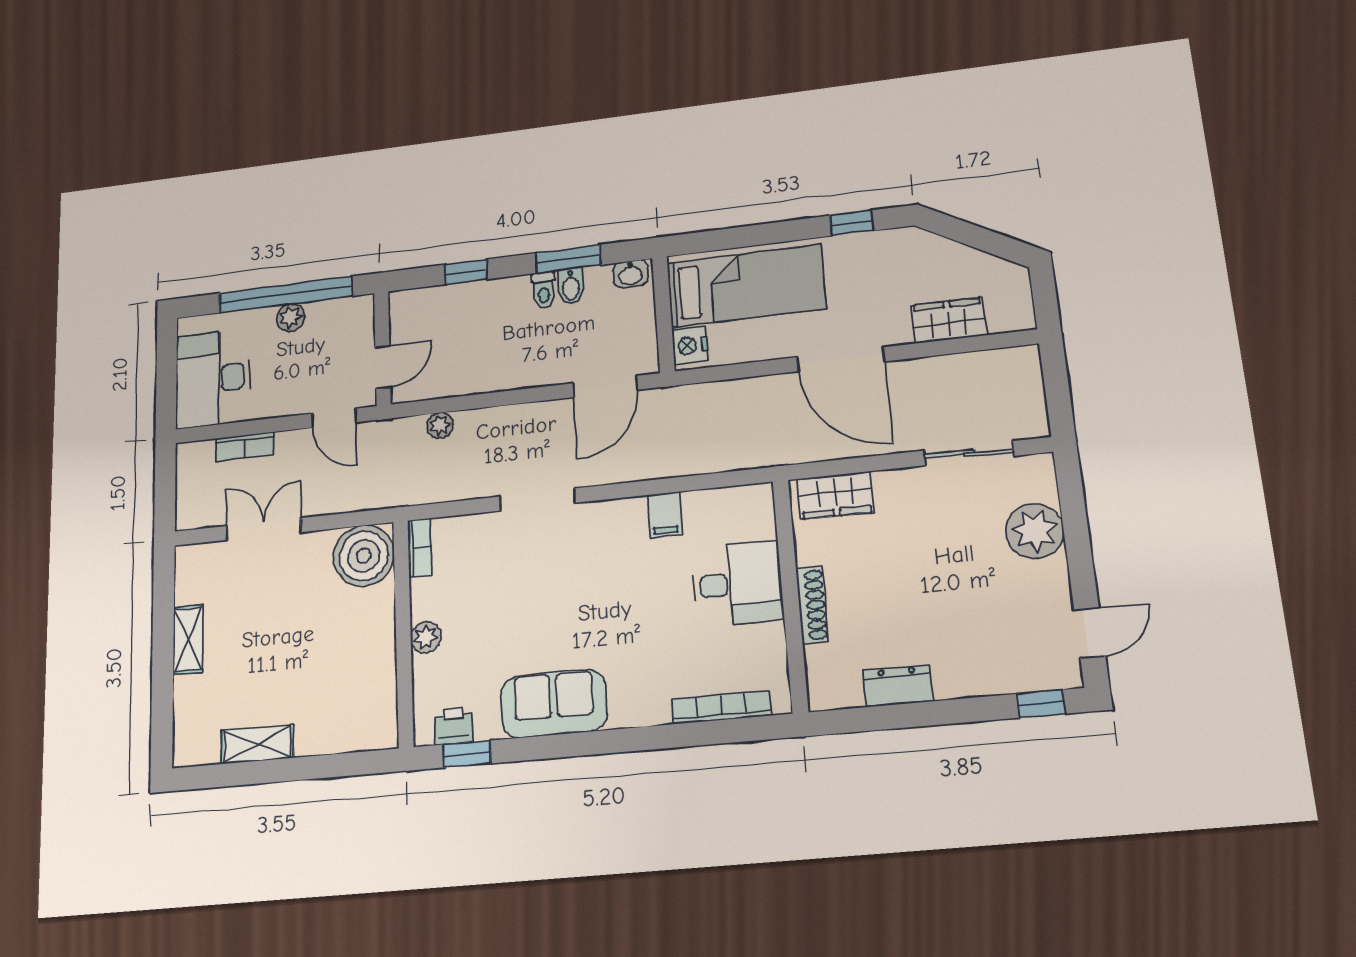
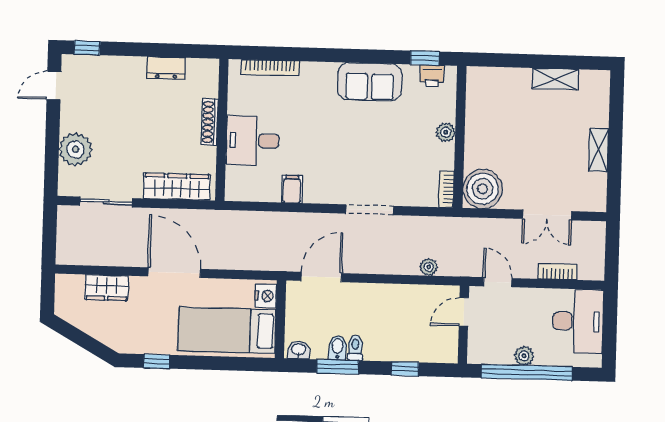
wardrobe: (836, 495) -> (177, 187), width x1.50

